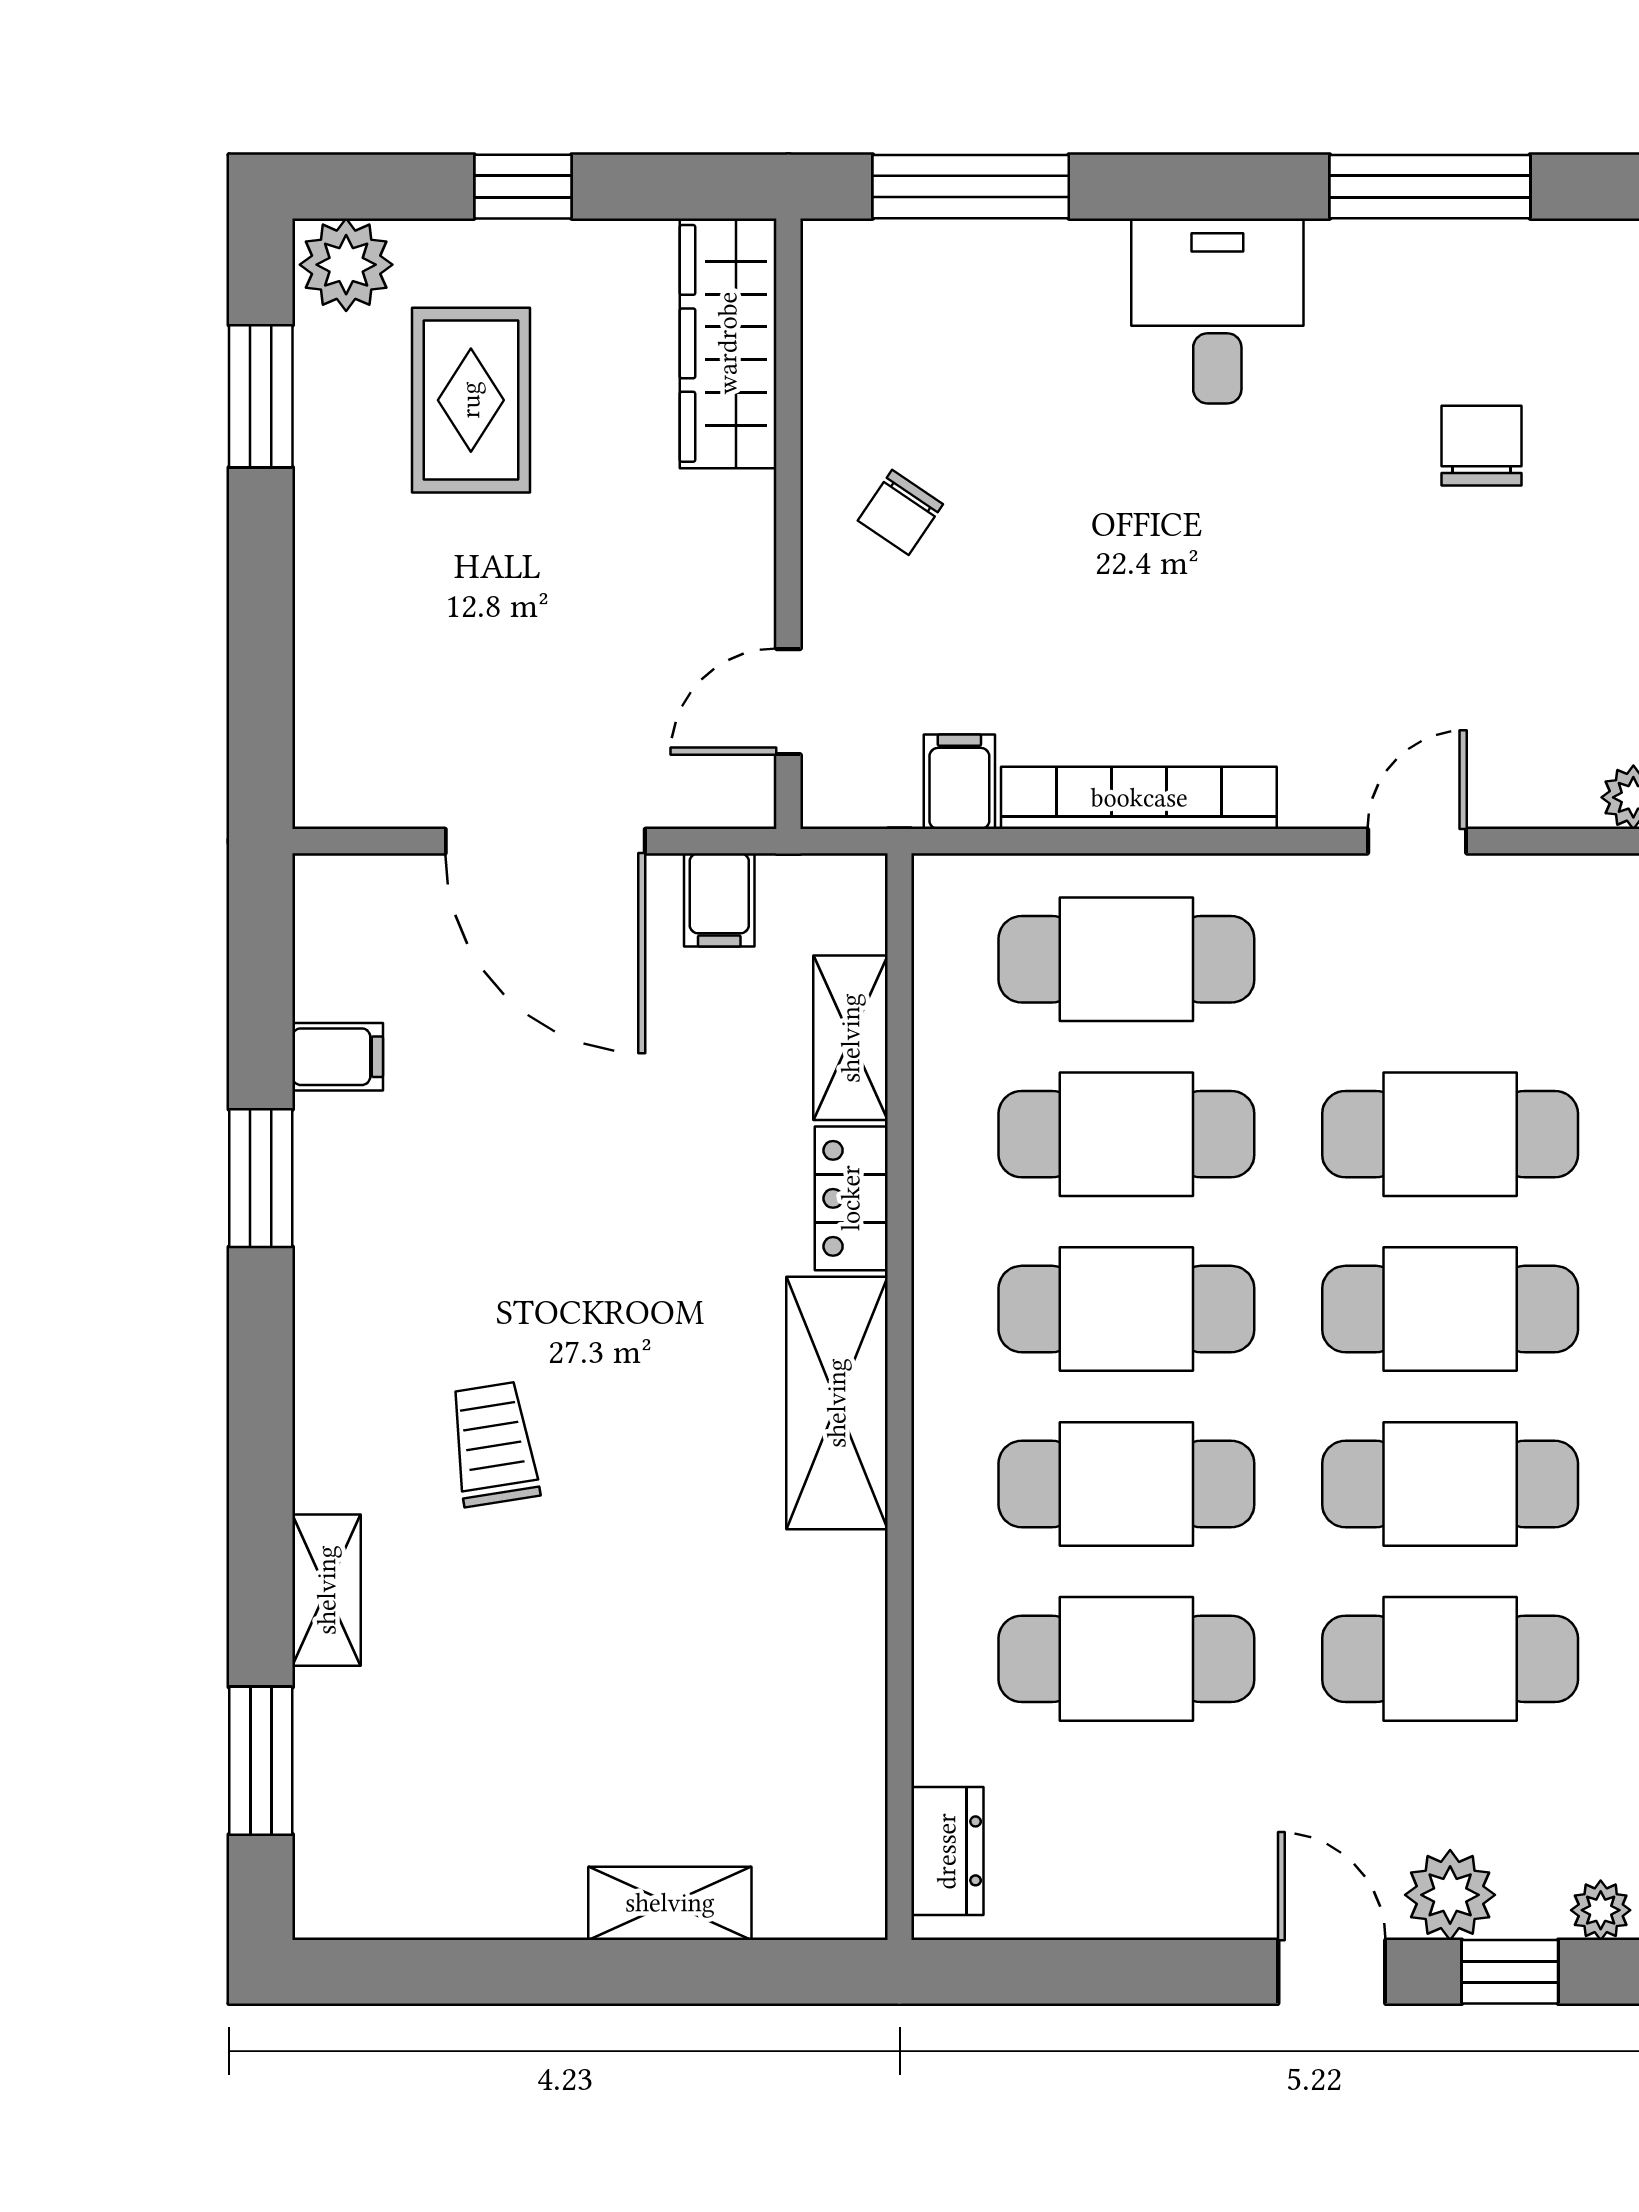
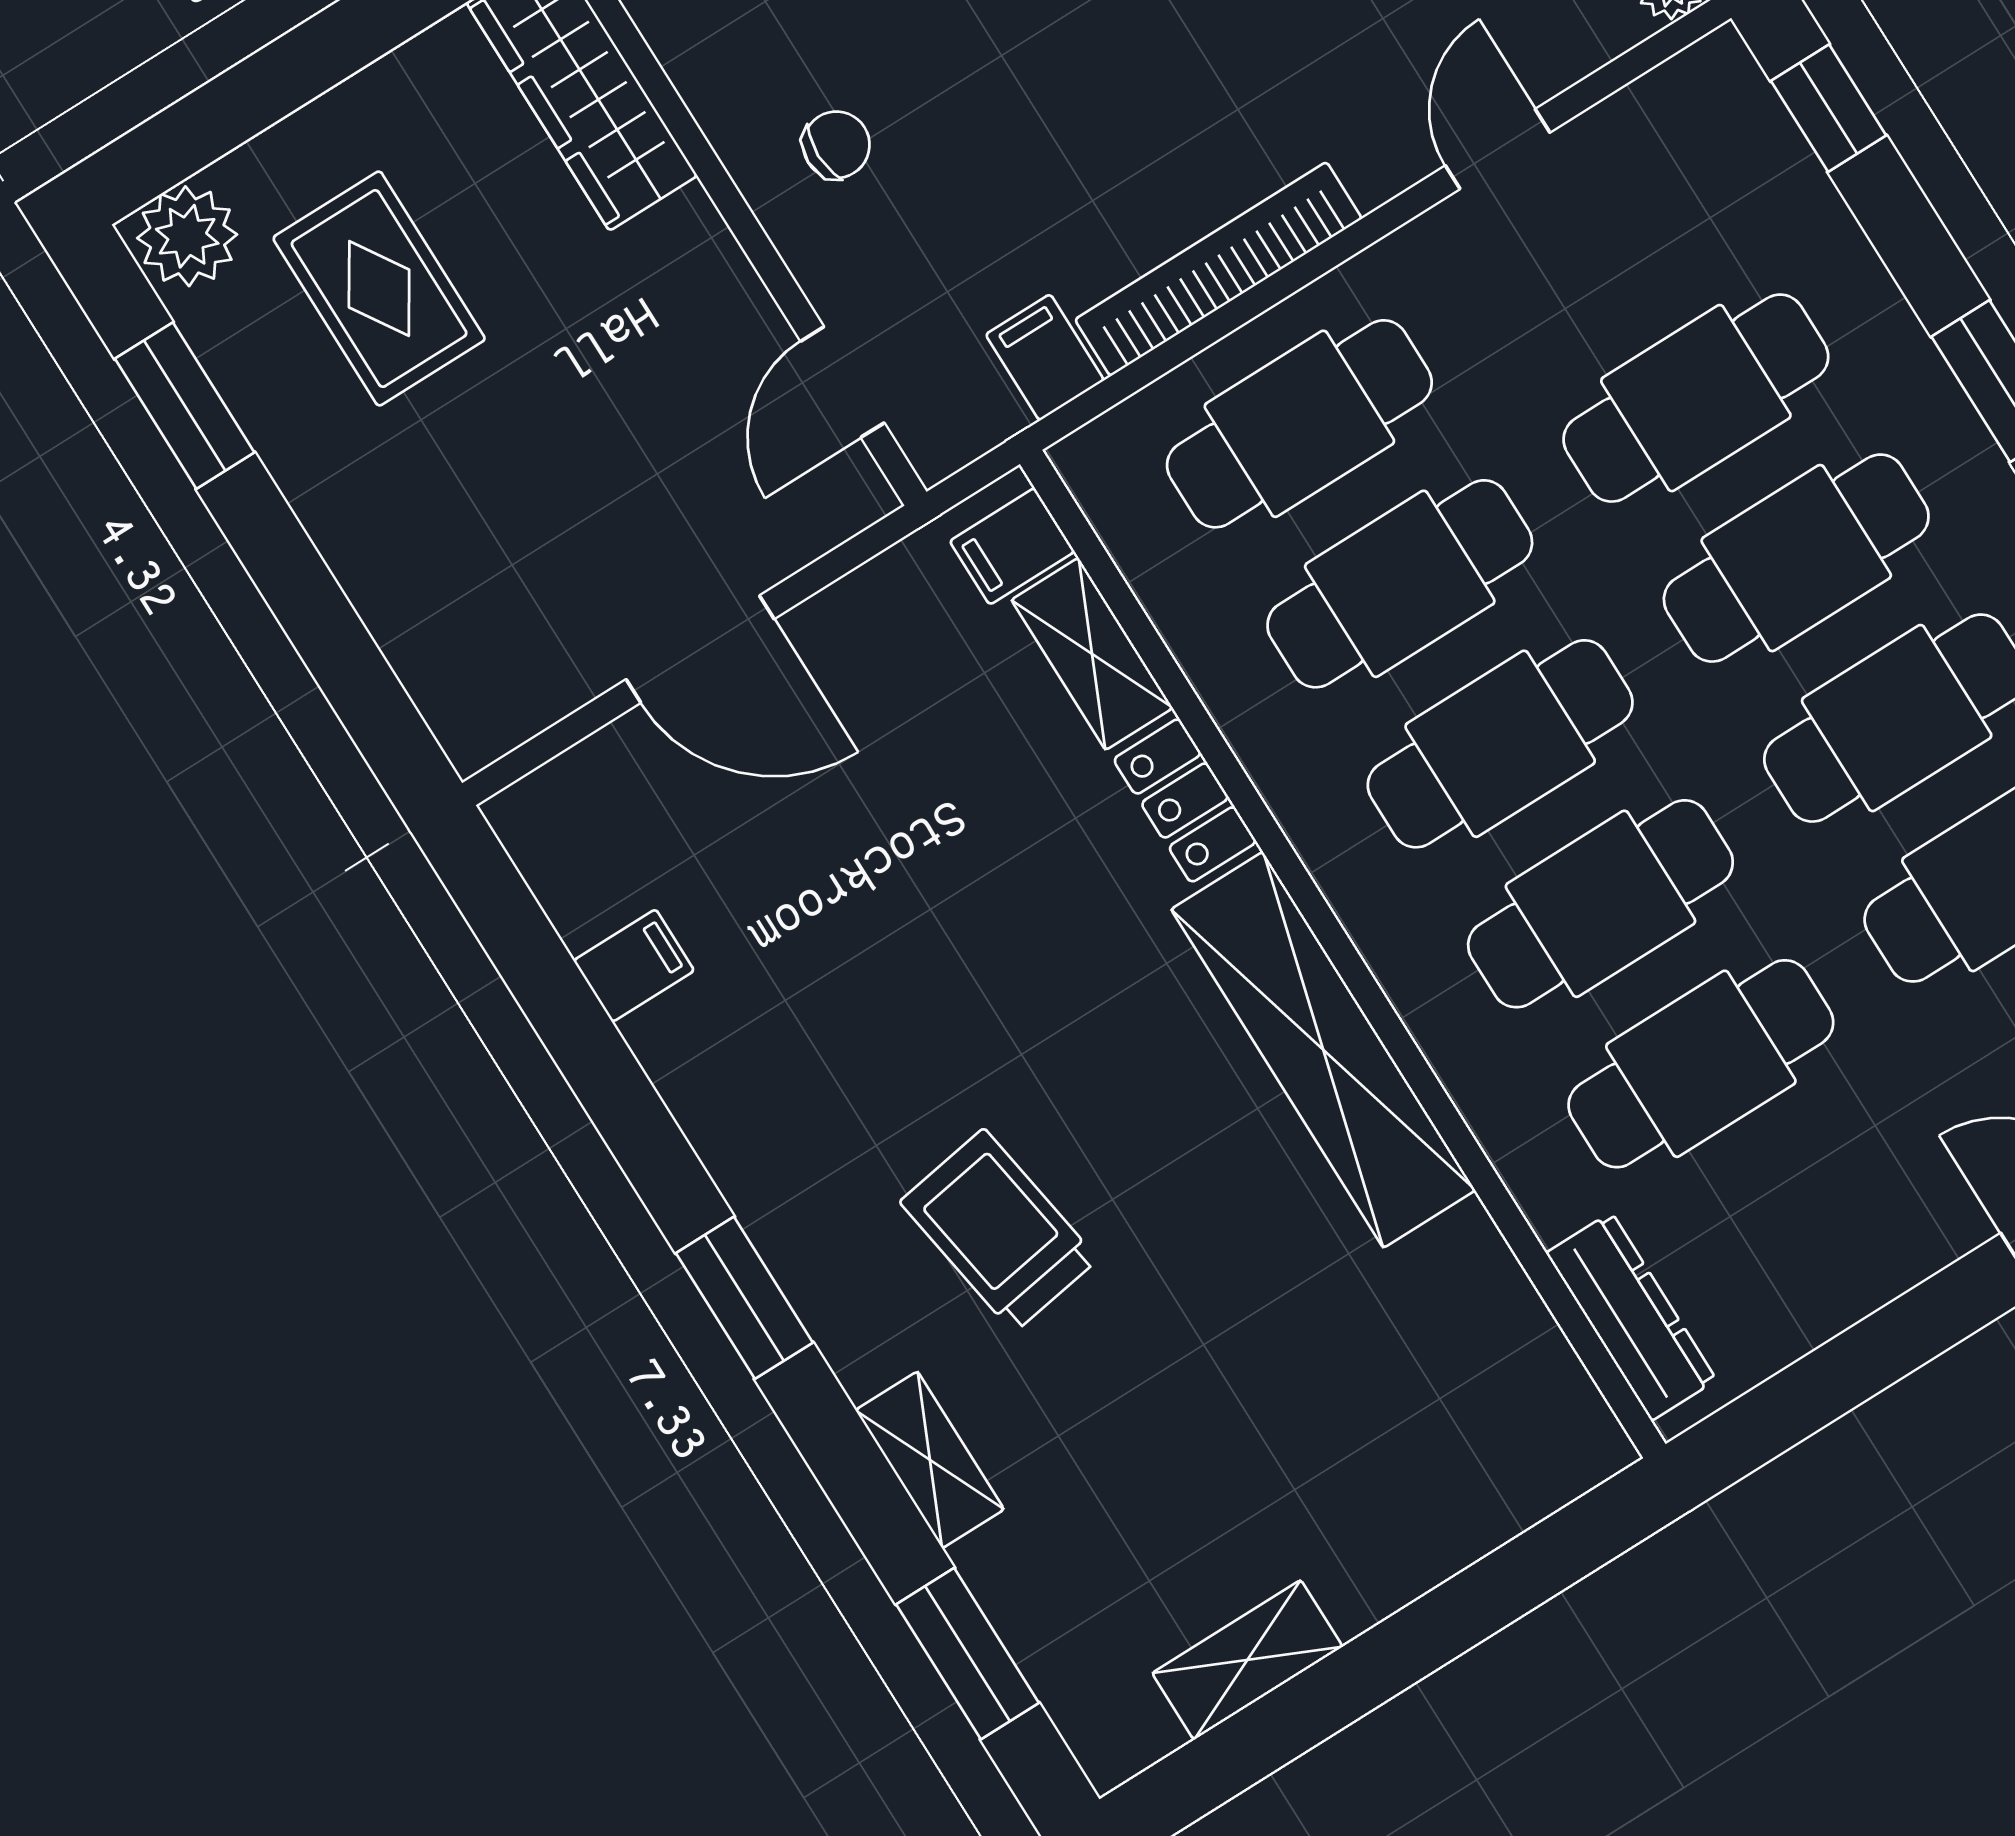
window: (523, 187) -> (304, 63), removed
chair: (900, 512) -> (836, 145), turned -124
door: (545, 841) -> (700, 649), width x0.73
filing cabinet: (719, 900) -> (1012, 546), moved, turned 90
window: (261, 1178) -> (744, 1298), moved
shelving: (837, 1403) -> (1323, 1050), width x1.47
trolley: (493, 1444) -> (999, 1231), width x1.36, depth x1.39
dresser: (947, 1851) -> (1631, 1317), width x1.44
shelving: (670, 1903) -> (1247, 1660), moved

